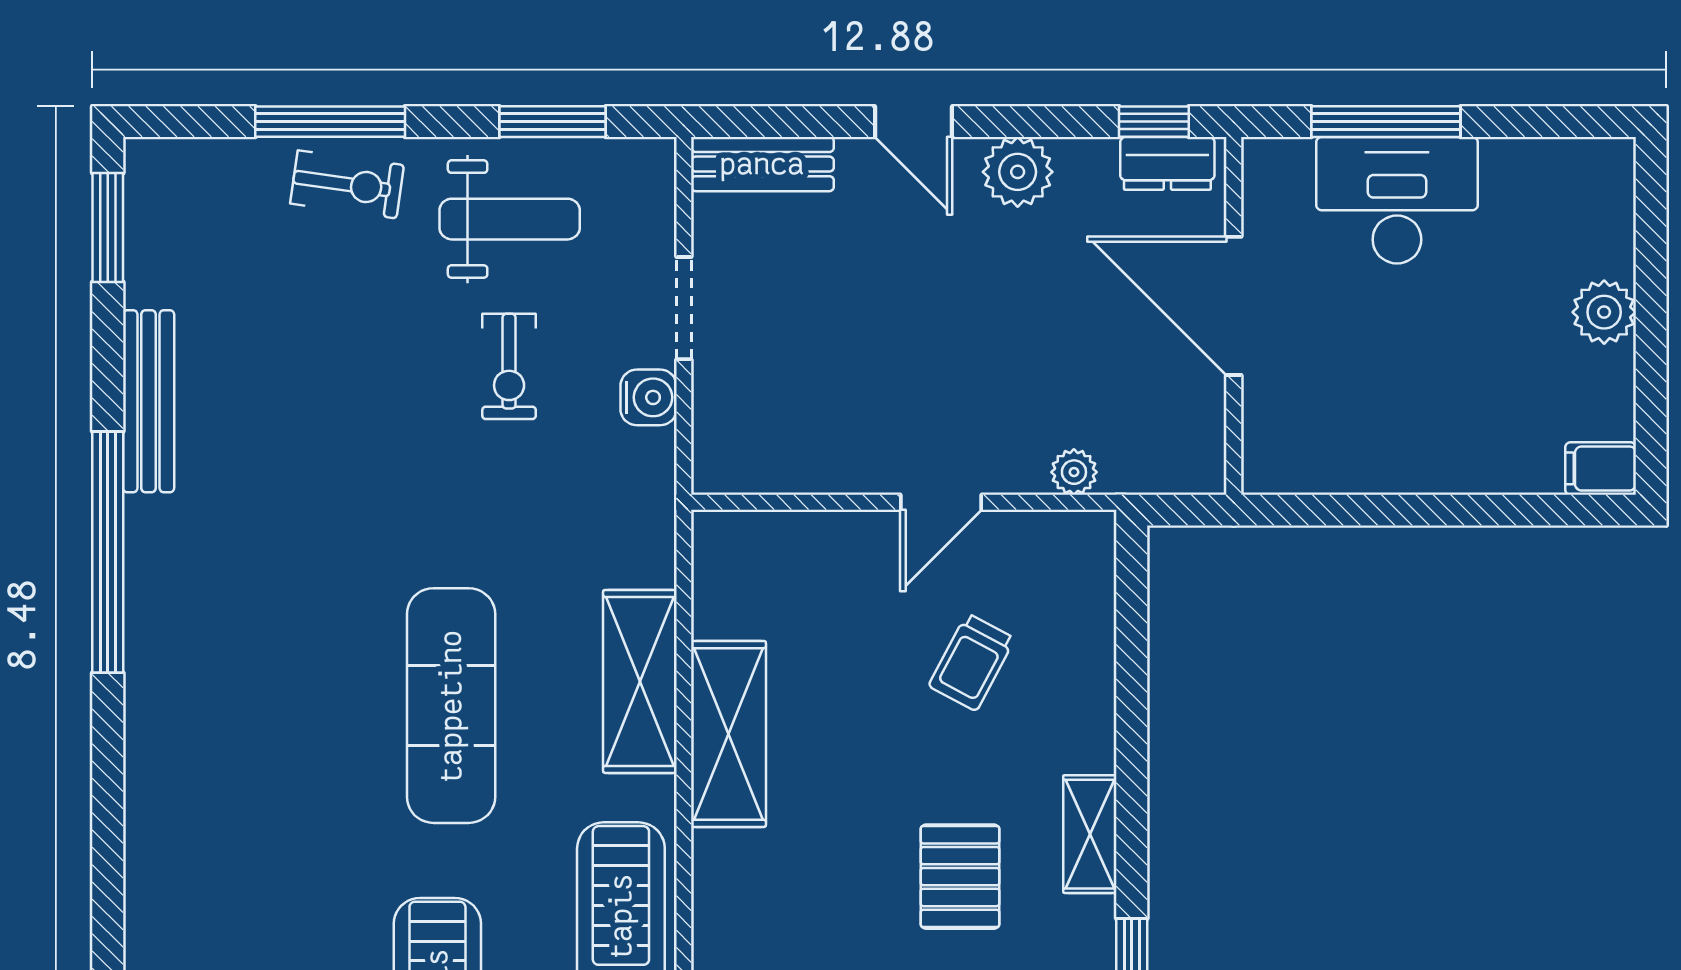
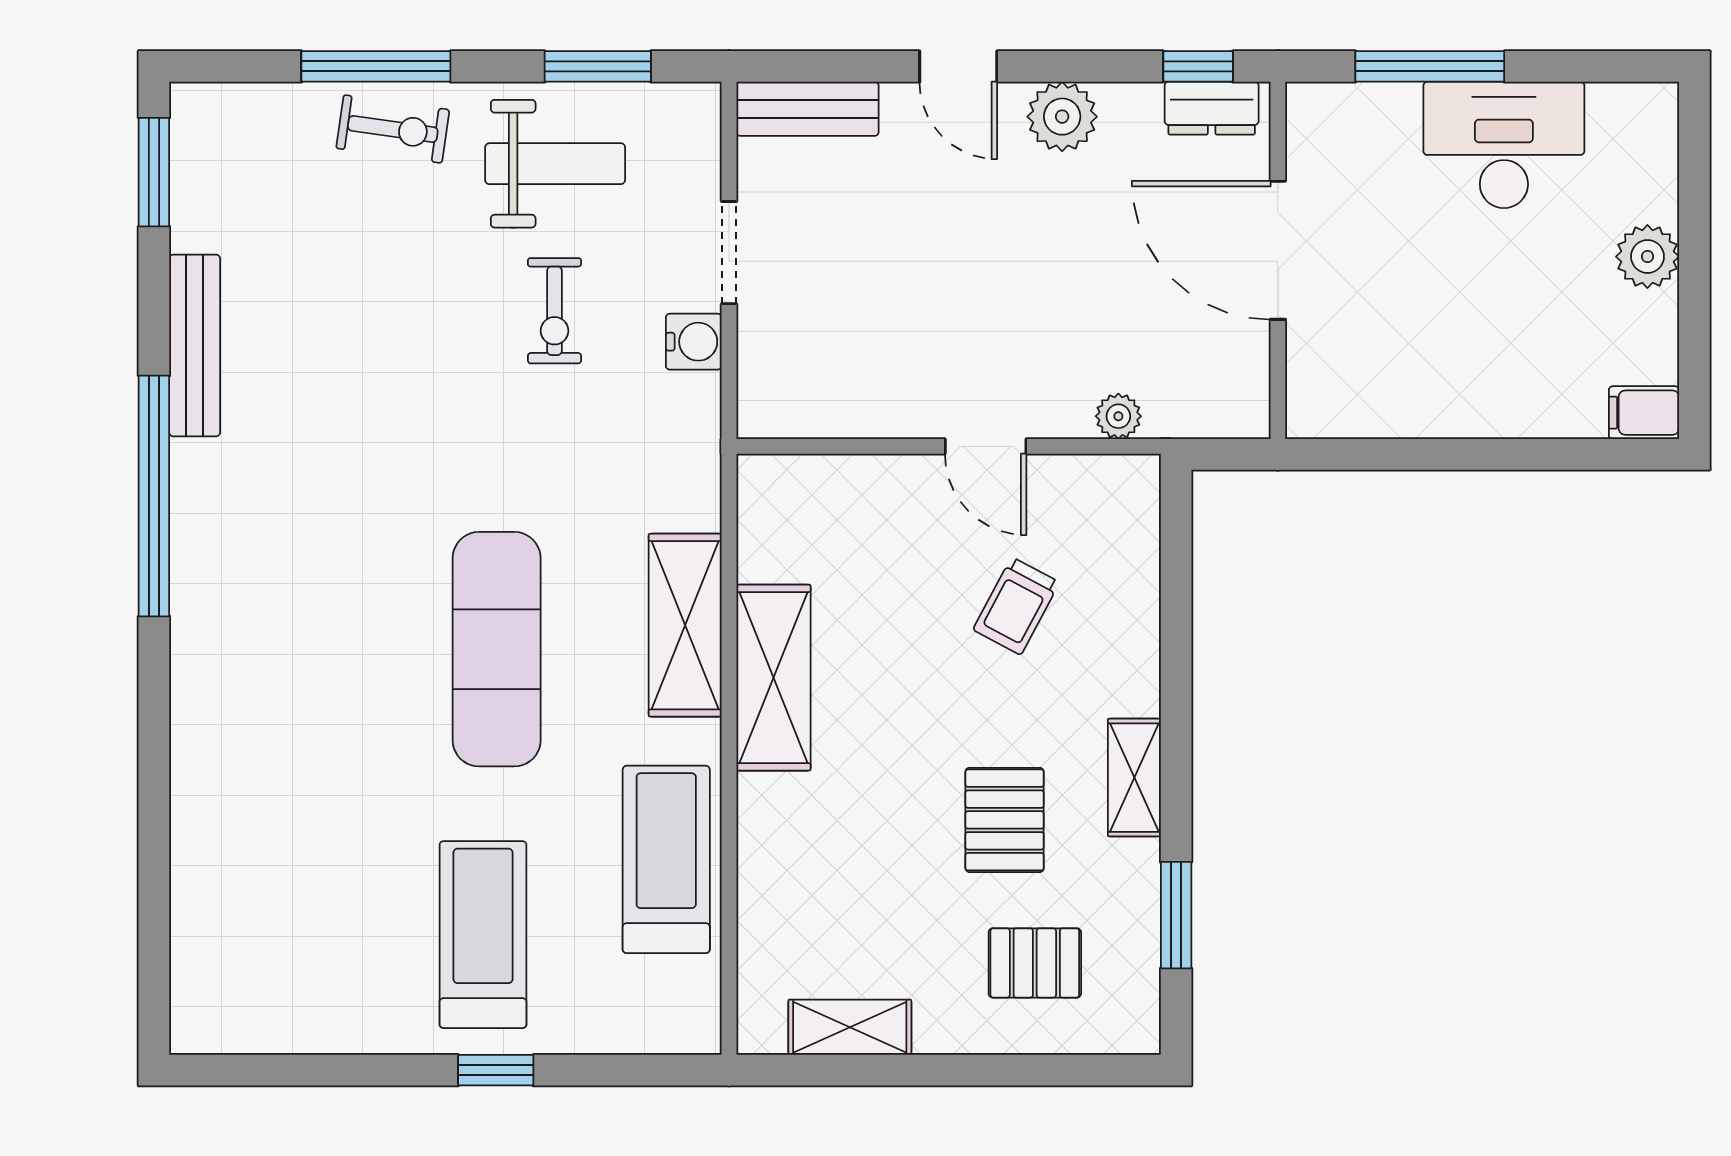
desk: (1397, 200) -> (1504, 145), moved
door: (941, 502) -> (986, 446), hinge flipped

